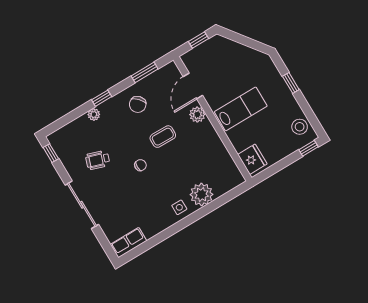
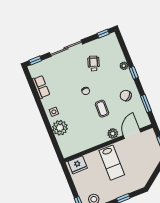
door: (193, 86) -> (132, 134), hinge flipped
row of seats: (129, 243) -> (41, 87), moved
window: (108, 247) -> (35, 61), added

